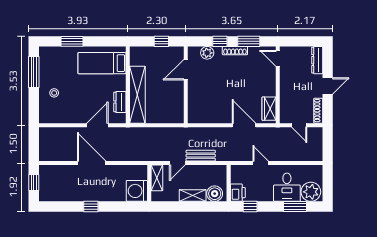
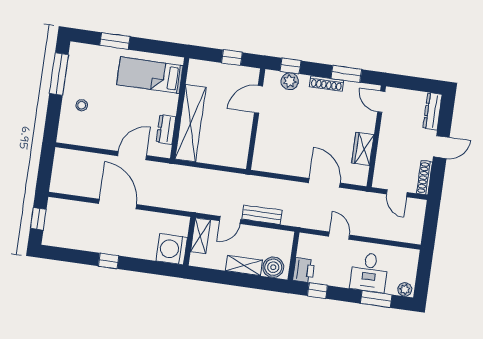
window: (220, 41) -> (291, 66), moved
wardrobe: (269, 109) -> (363, 149), moved
plant: (311, 192) -> (405, 289), width x0.53, depth x0.53

